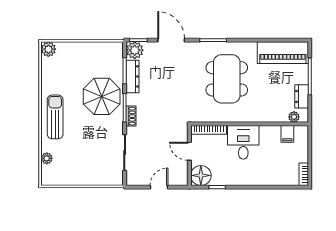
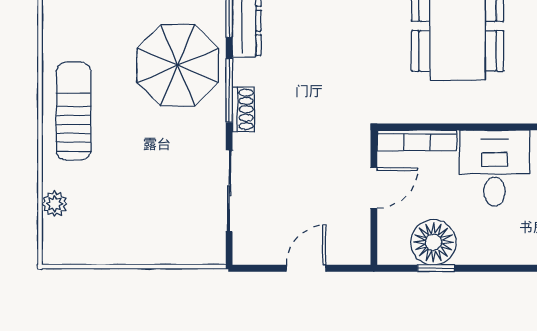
door: (189, 151) -> (374, 188), swing flipped
floor lamp: (201, 175) -> (433, 242), moved

